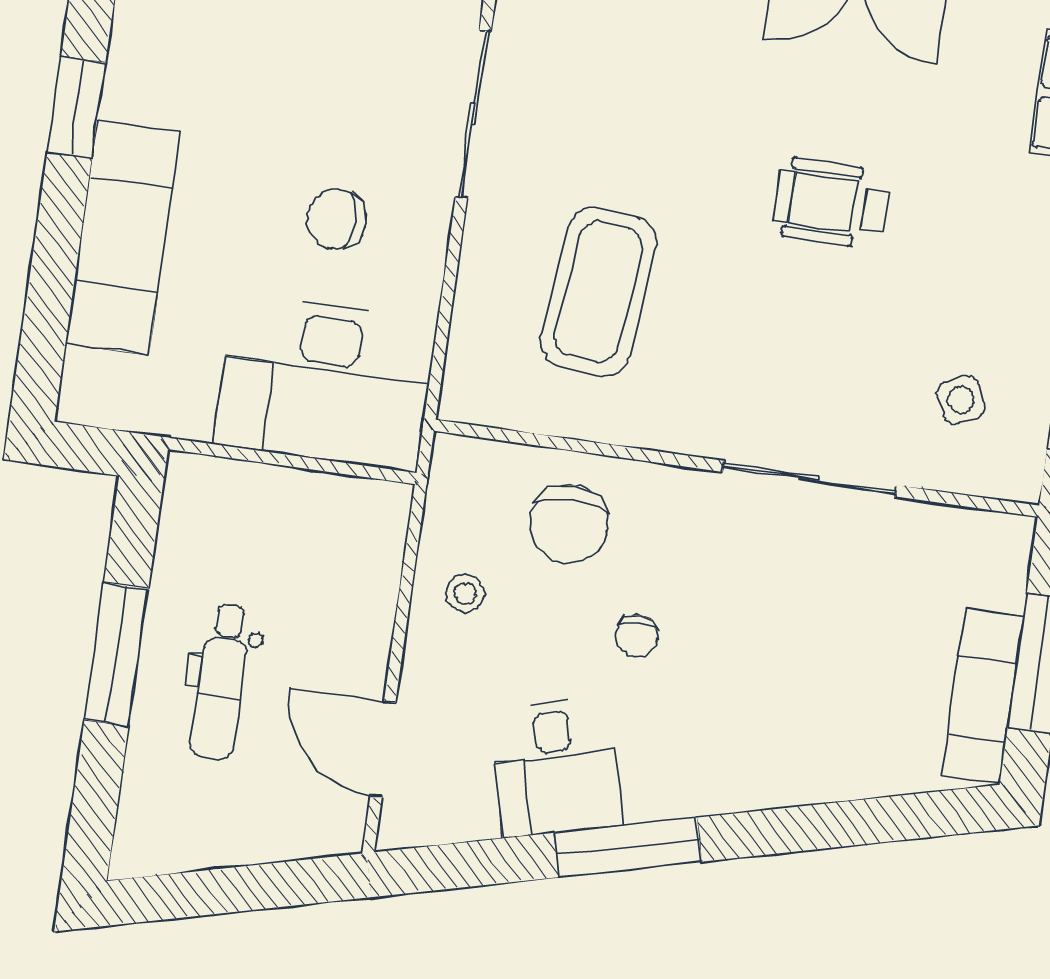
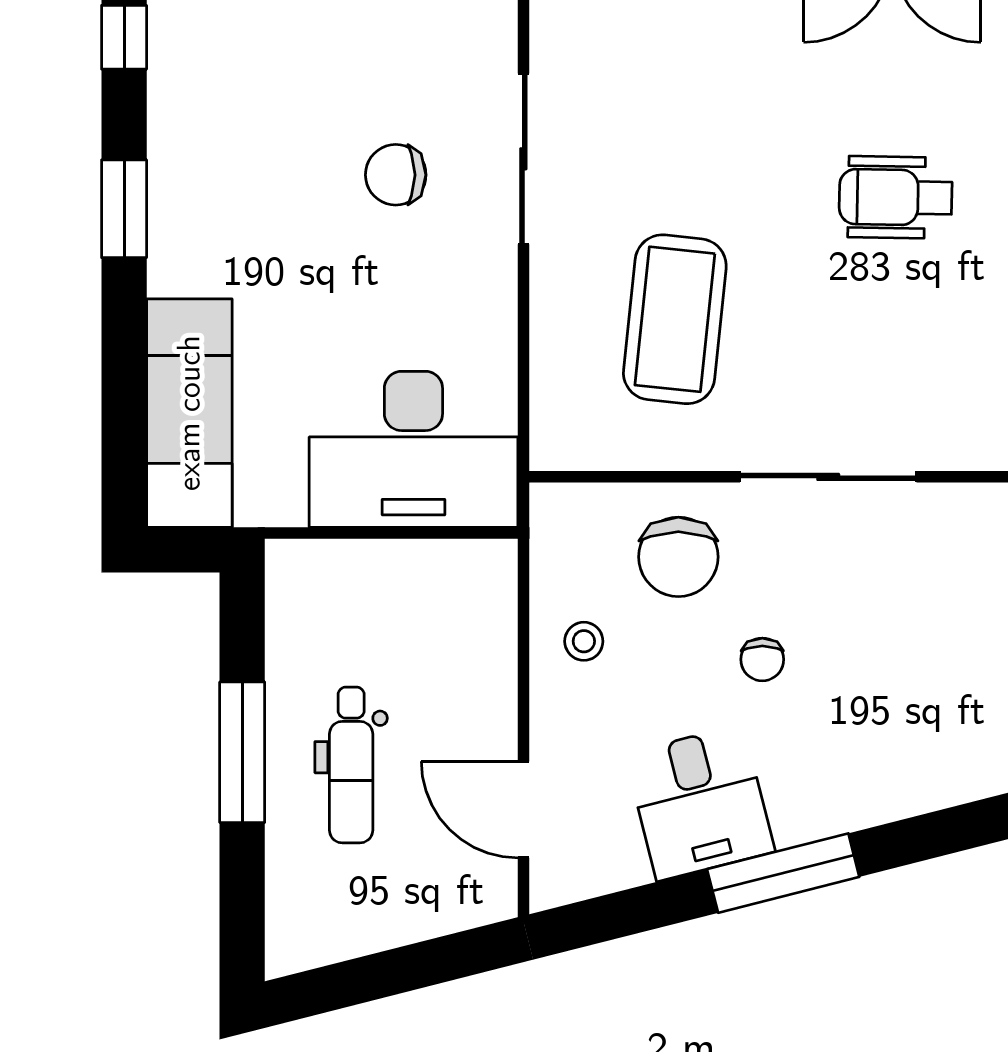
chair: (337, 219) -> (396, 175), moved
exam couch: (123, 238) -> (189, 413), moved
sliding door: (810, 479) -> (828, 477), moved

